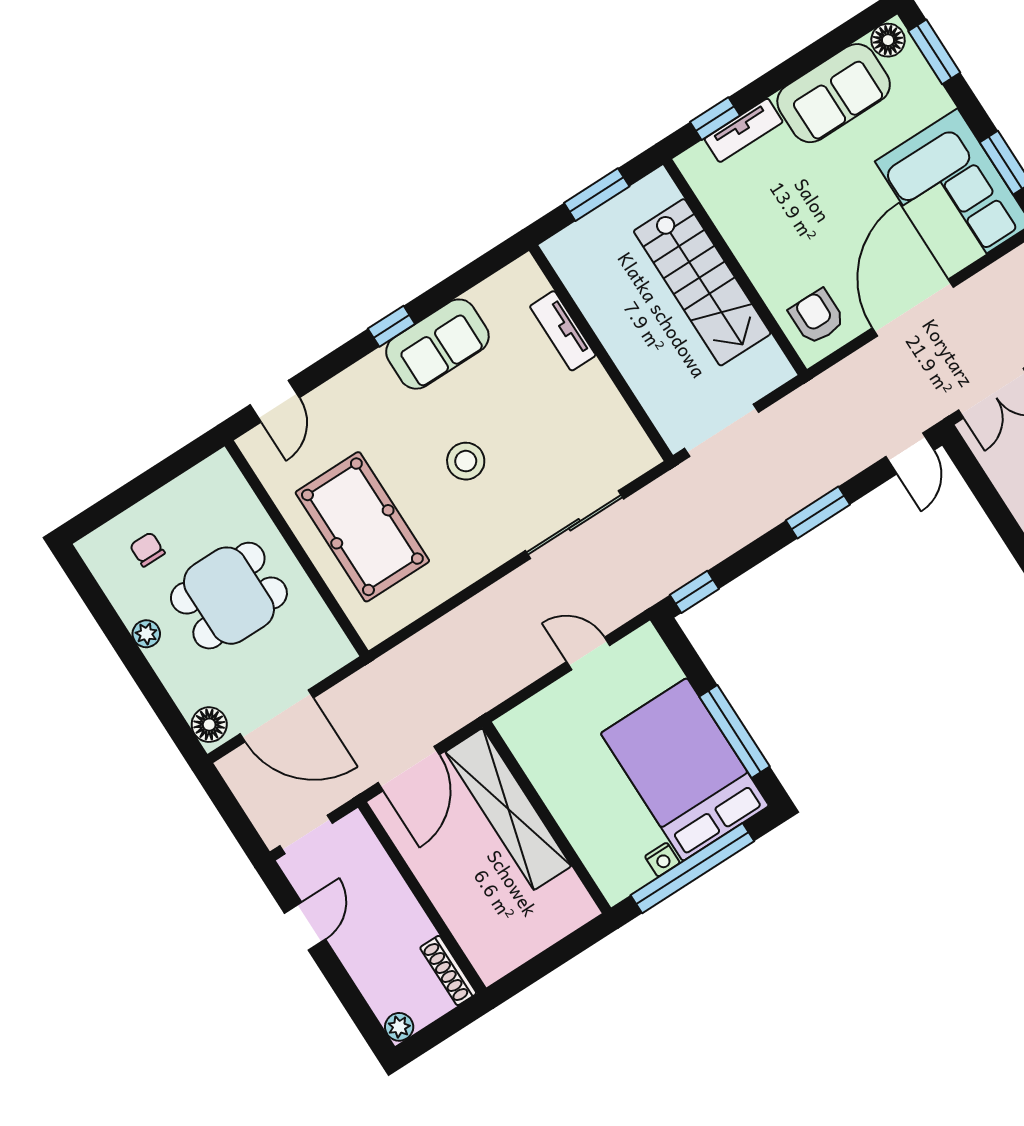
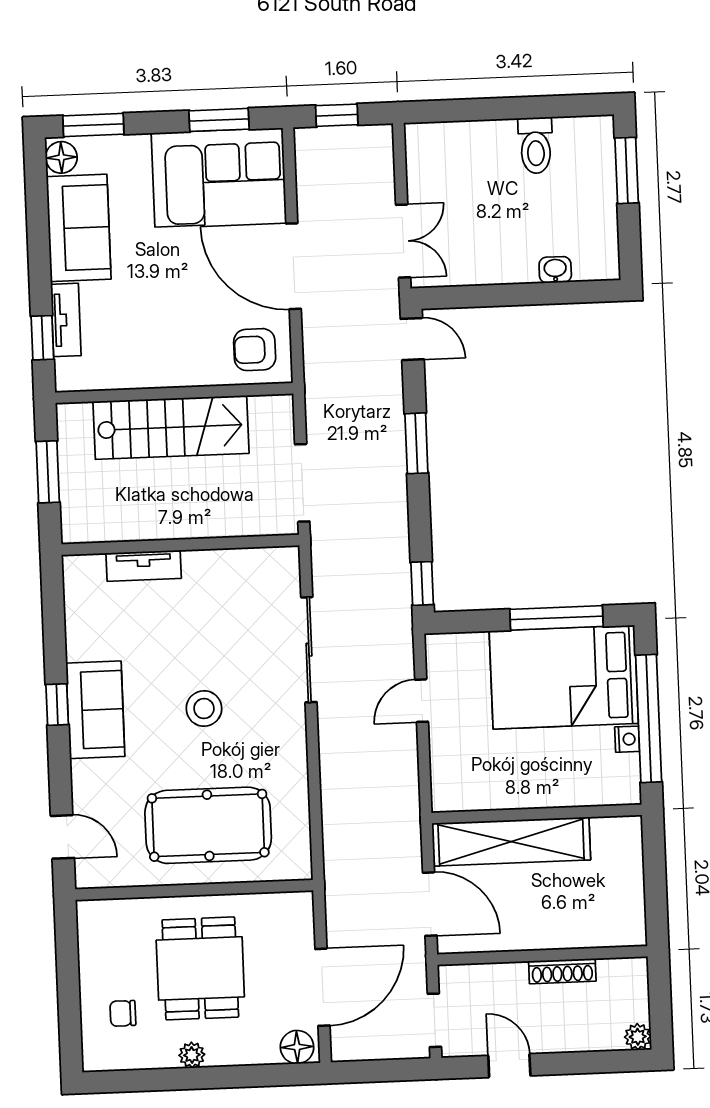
sofa: (437, 344) -> (95, 710), moved
shoe rack: (448, 970) -> (562, 971), moved

